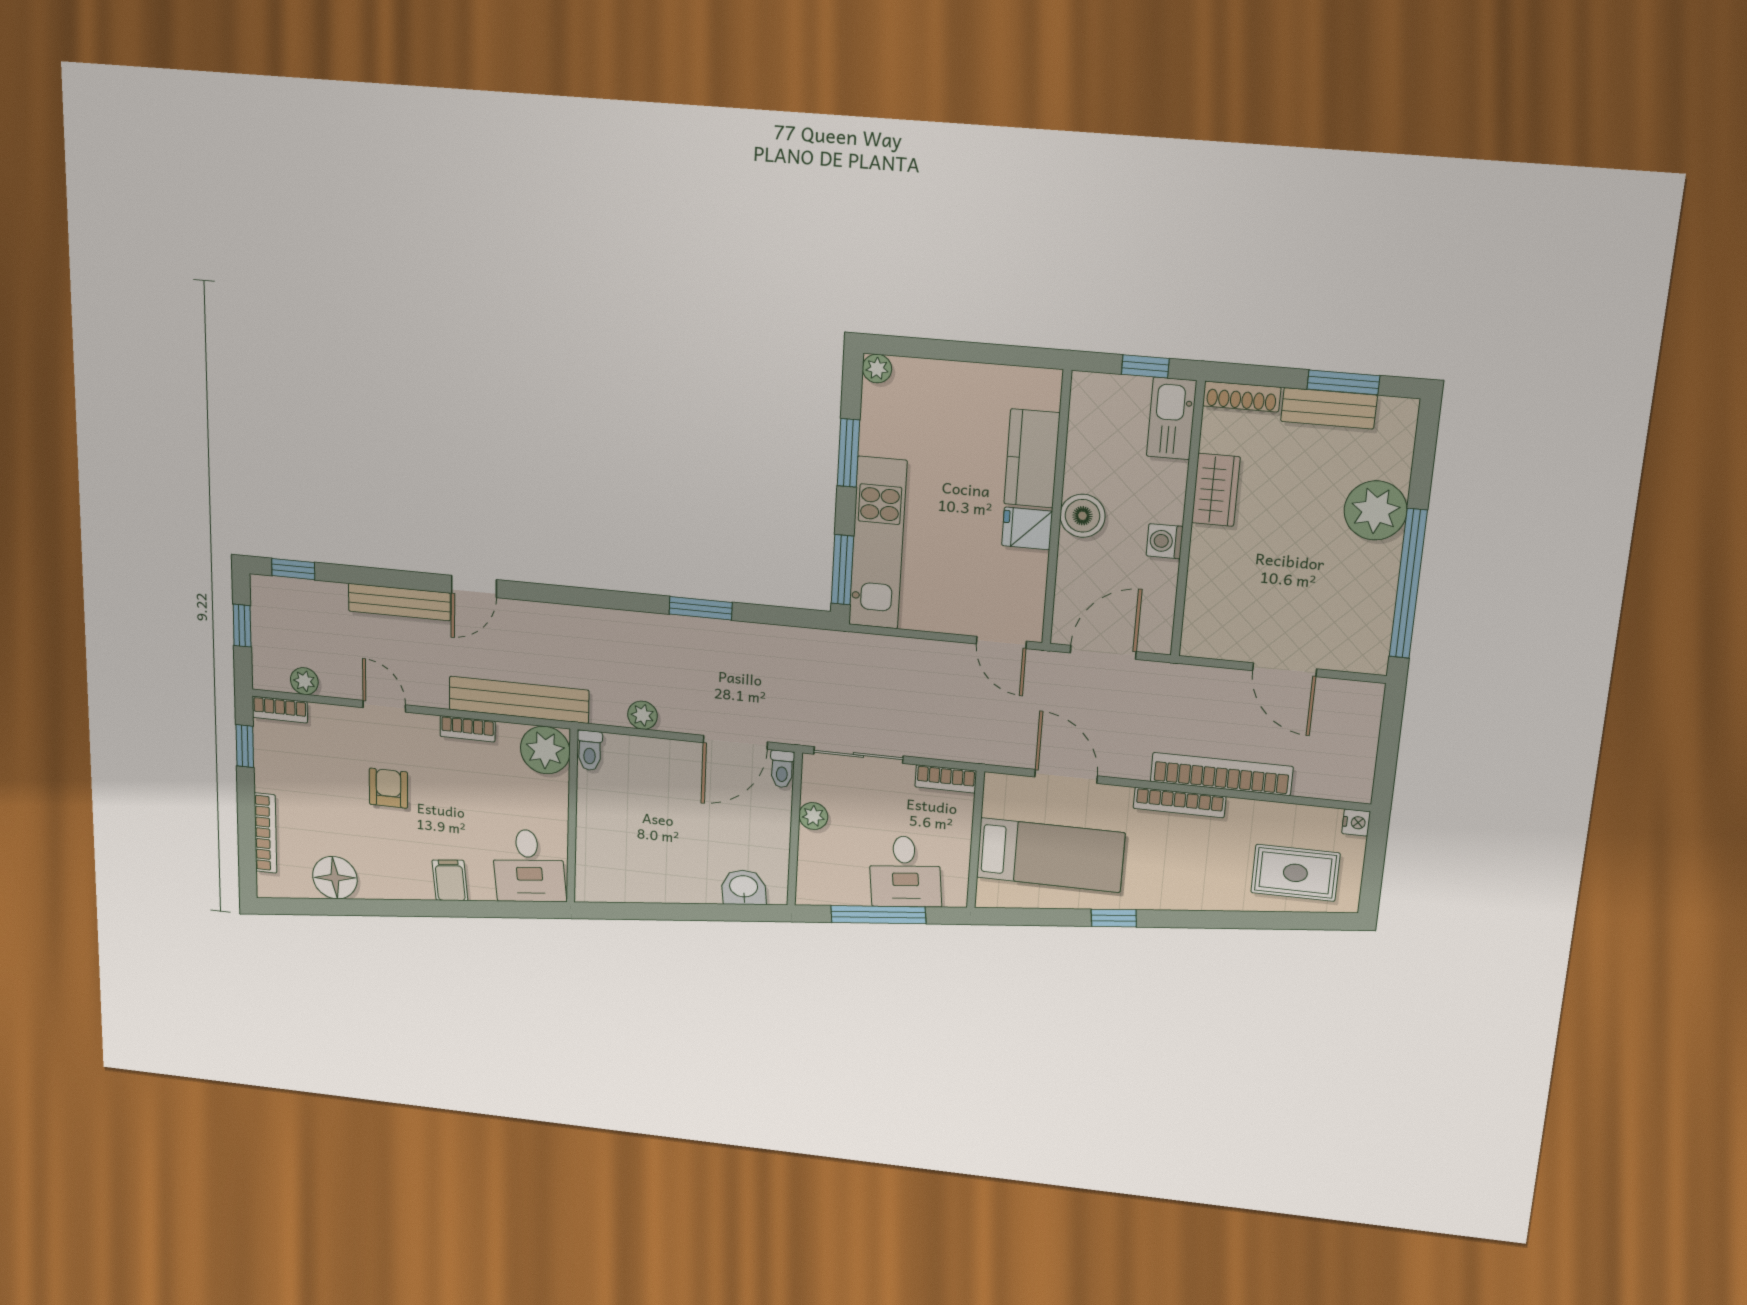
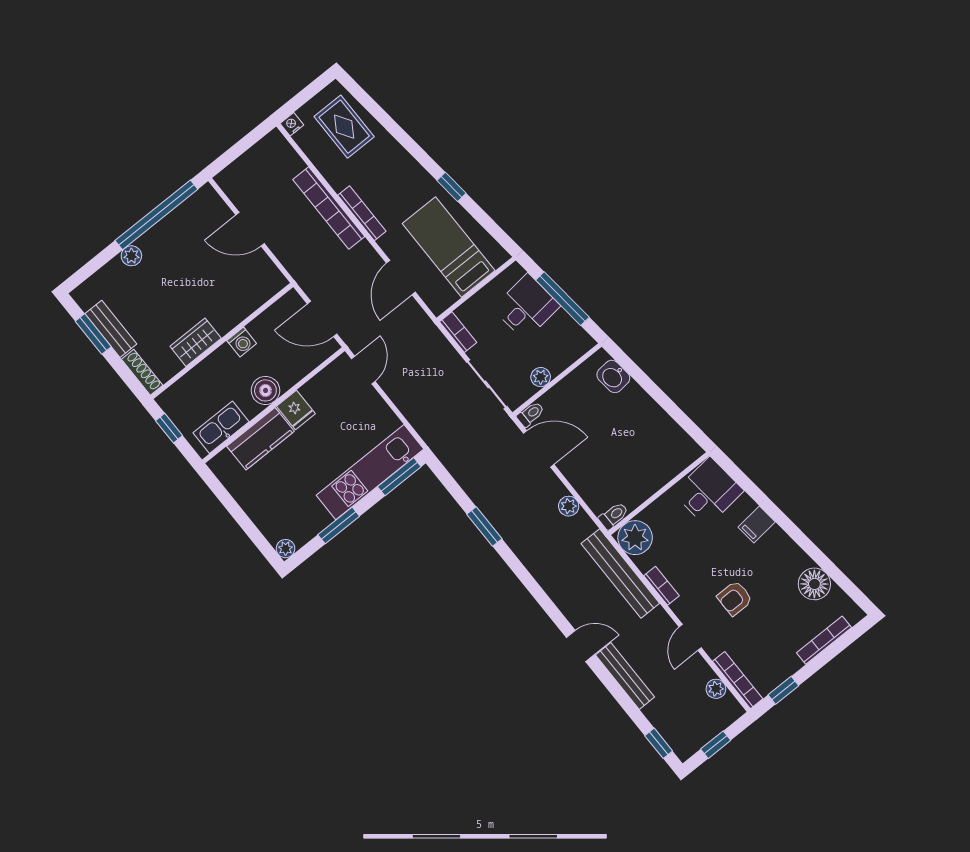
kitchen sink: (1172, 418) -> (221, 427), moved, turned 180
plant: (1376, 510) -> (131, 256), width x0.53, depth x0.53
door: (1285, 670) -> (250, 229), swing flipped
bookcase: (280, 710) -> (738, 680), width x1.56

